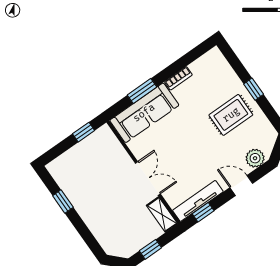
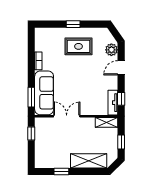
window: (142, 91) -> (31, 97), moved
rug: (231, 115) -> (78, 46), turned 90
double door: (148, 178) -> (67, 116), moved
tv unit: (198, 201) -> (113, 103), width x0.71
shelving: (100, 226) -> (89, 161), added

